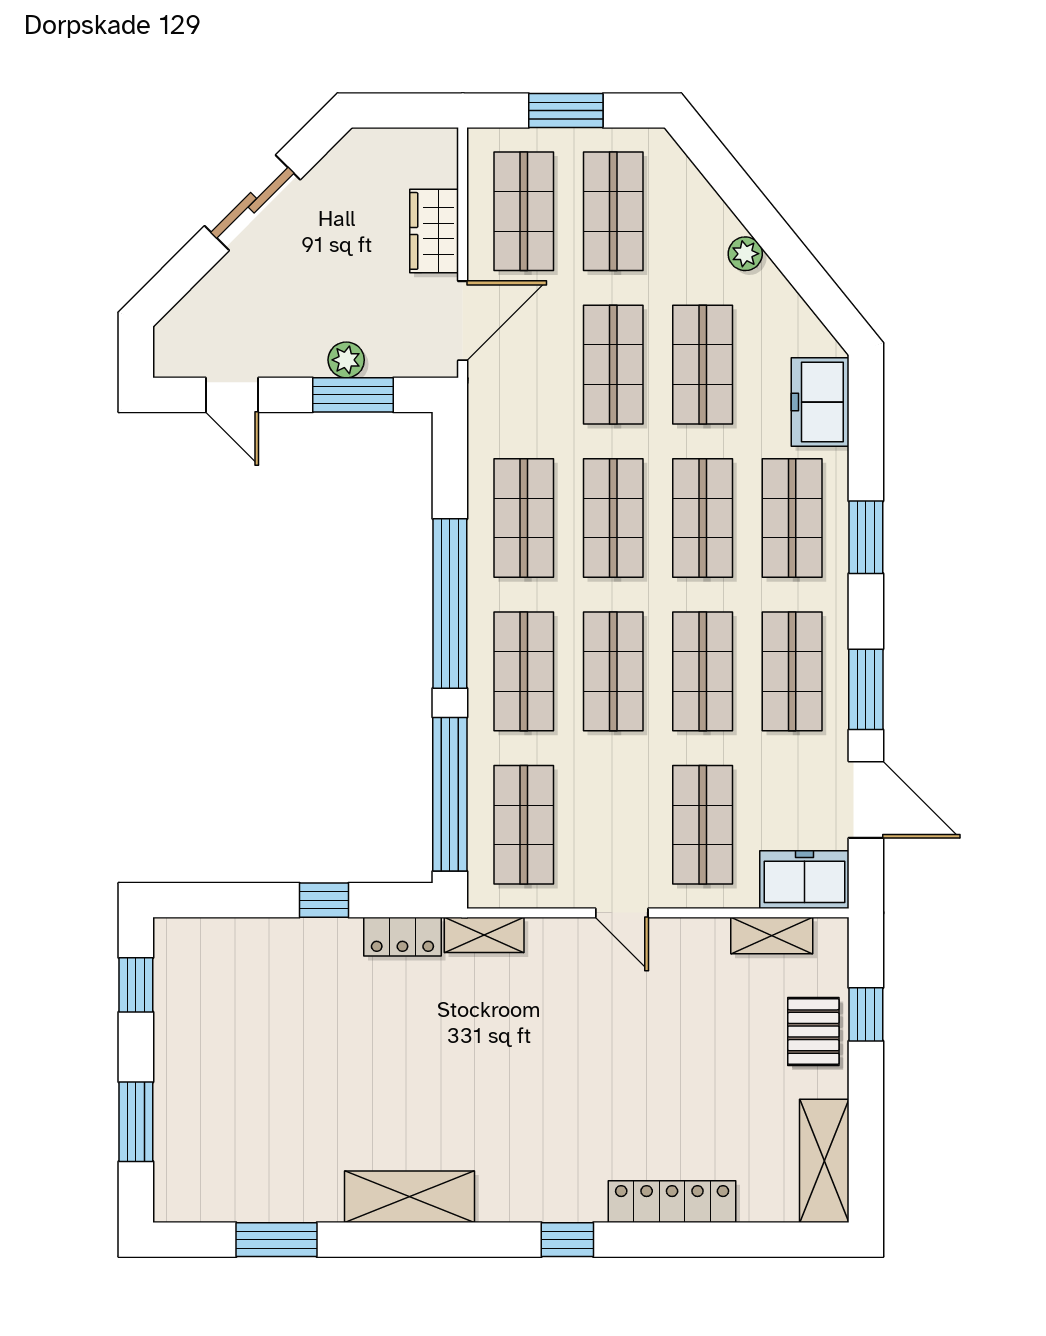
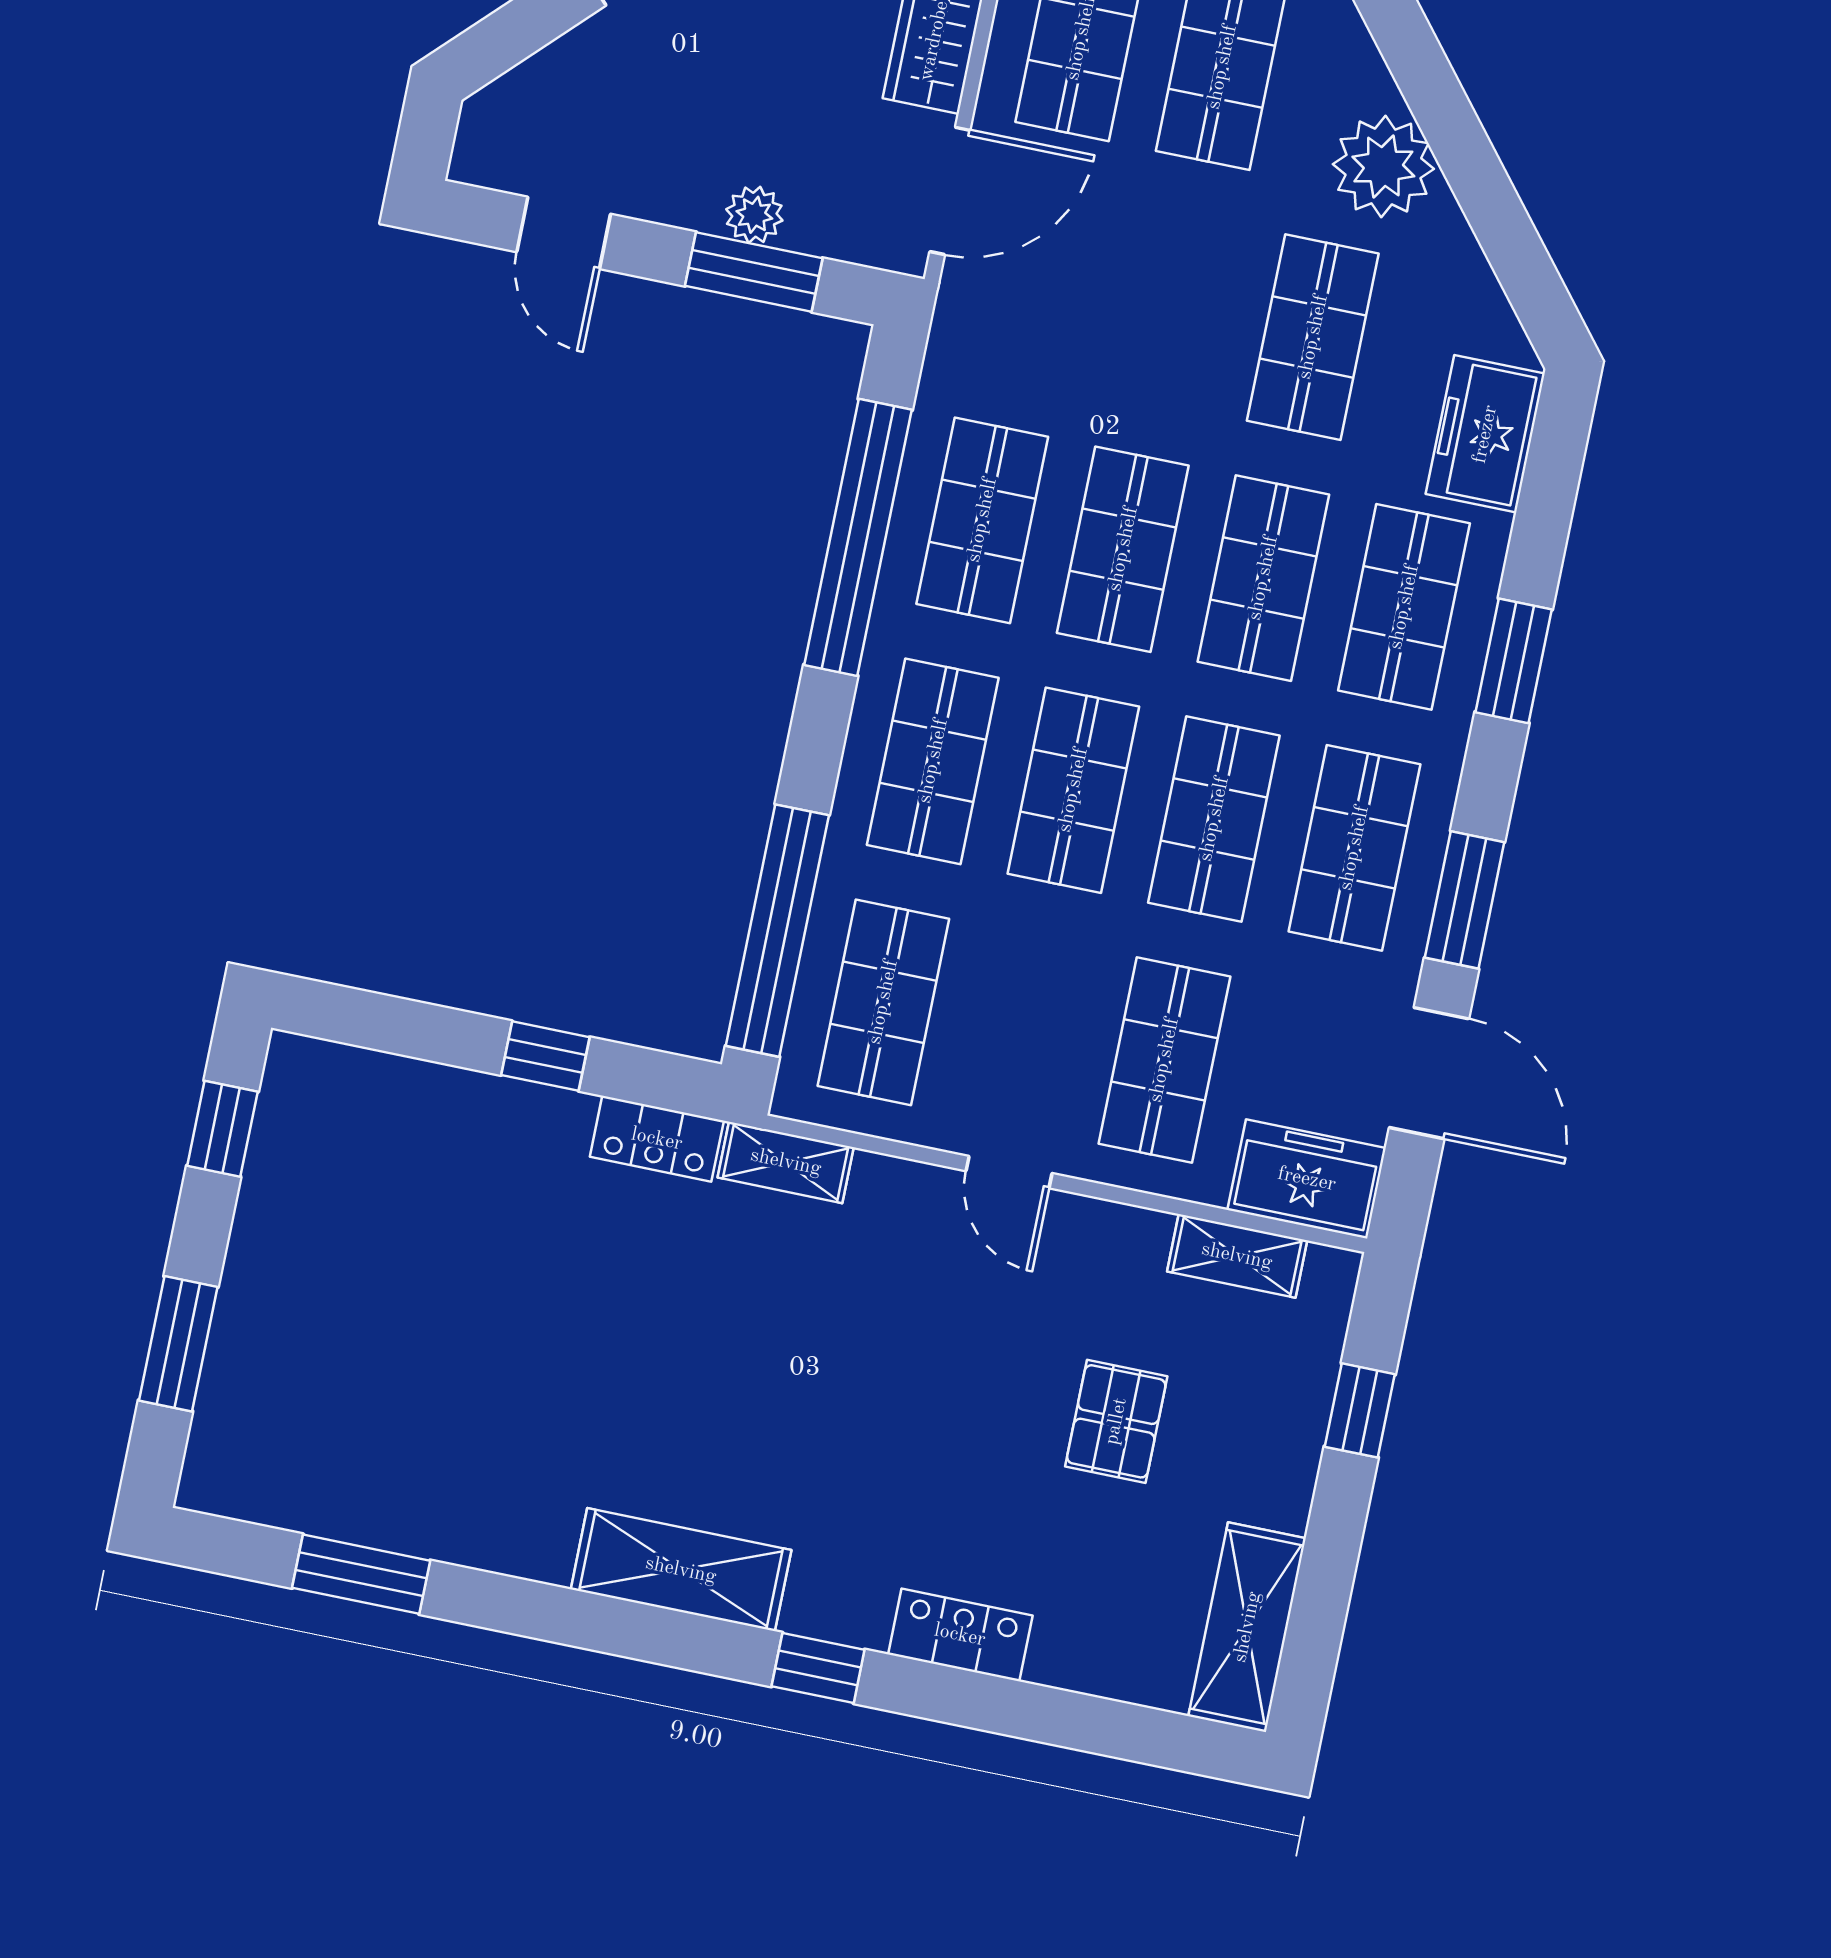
plant: (745, 254) -> (1383, 167), width x1.88, depth x1.88
shop shelf: (613, 365) -> (1172, 308), removed
window: (450, 604) -> (858, 537), moved
pallet: (813, 1032) -> (1116, 1421), moved
shelving: (410, 1197) -> (681, 1570), moved
locker: (672, 1202) -> (960, 1635), width x0.66

